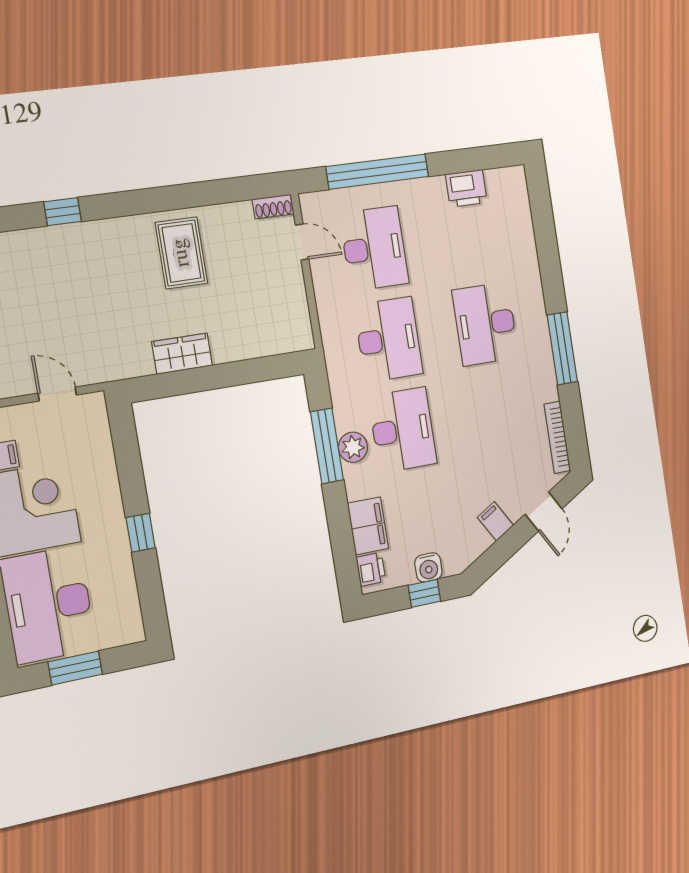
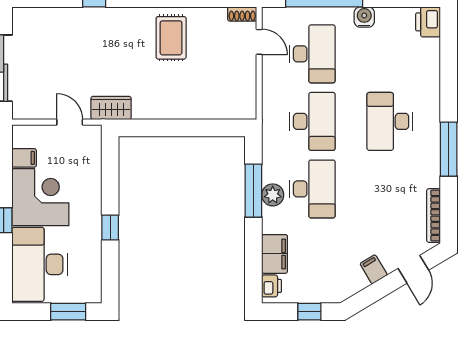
printer: (466, 188) -> (428, 22), moved, turned 90
wardrobe: (182, 354) -> (111, 108), moved
water cooler: (428, 567) -> (364, 17), moved, turned 180
window: (75, 668) -> (68, 312), moved

